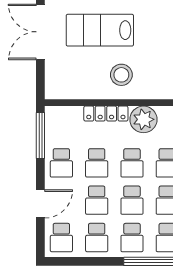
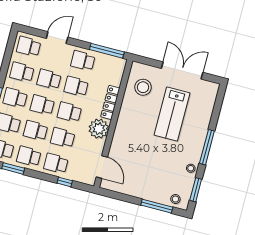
lab bench: (100, 30) -> (172, 114), turned 180
stool: (121, 75) -> (143, 87), moved
door: (40, 204) -> (57, 38), swing flipped

